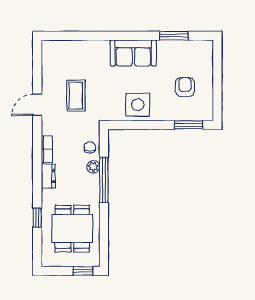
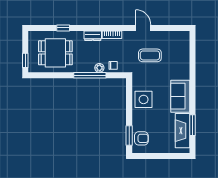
fireplace: (182, 50) -> (183, 131), added
armchair: (185, 87) -> (141, 138), moved

